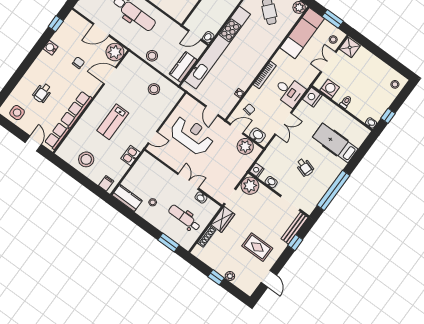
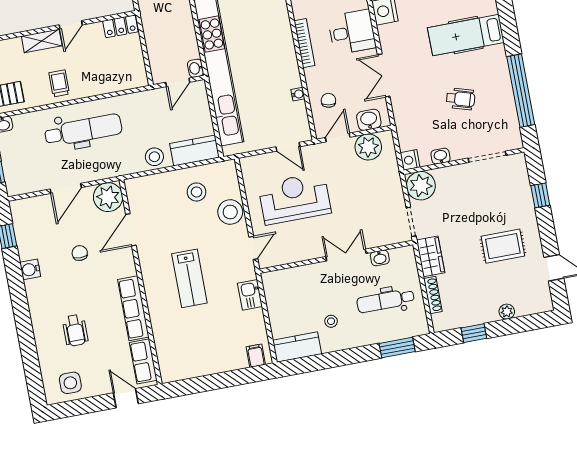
kitchen counter: (183, 67) -> (195, 151), moved, turned 90
double door: (283, 124) -> (384, 76), swing flipped
stool: (86, 159) -> (230, 212), moved
bench: (295, 228) -> (522, 180), removed
window: (216, 277) -> (474, 333), moved

